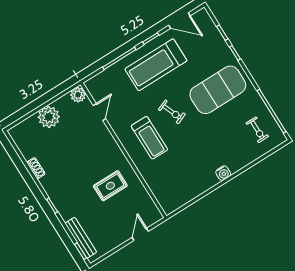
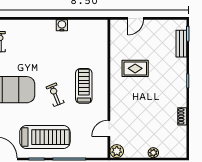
plant: (49, 117) -> (153, 153), width x0.53, depth x0.53
water cooler: (223, 173) -> (62, 25), moved
bench: (81, 238) -> (181, 44), width x0.73

